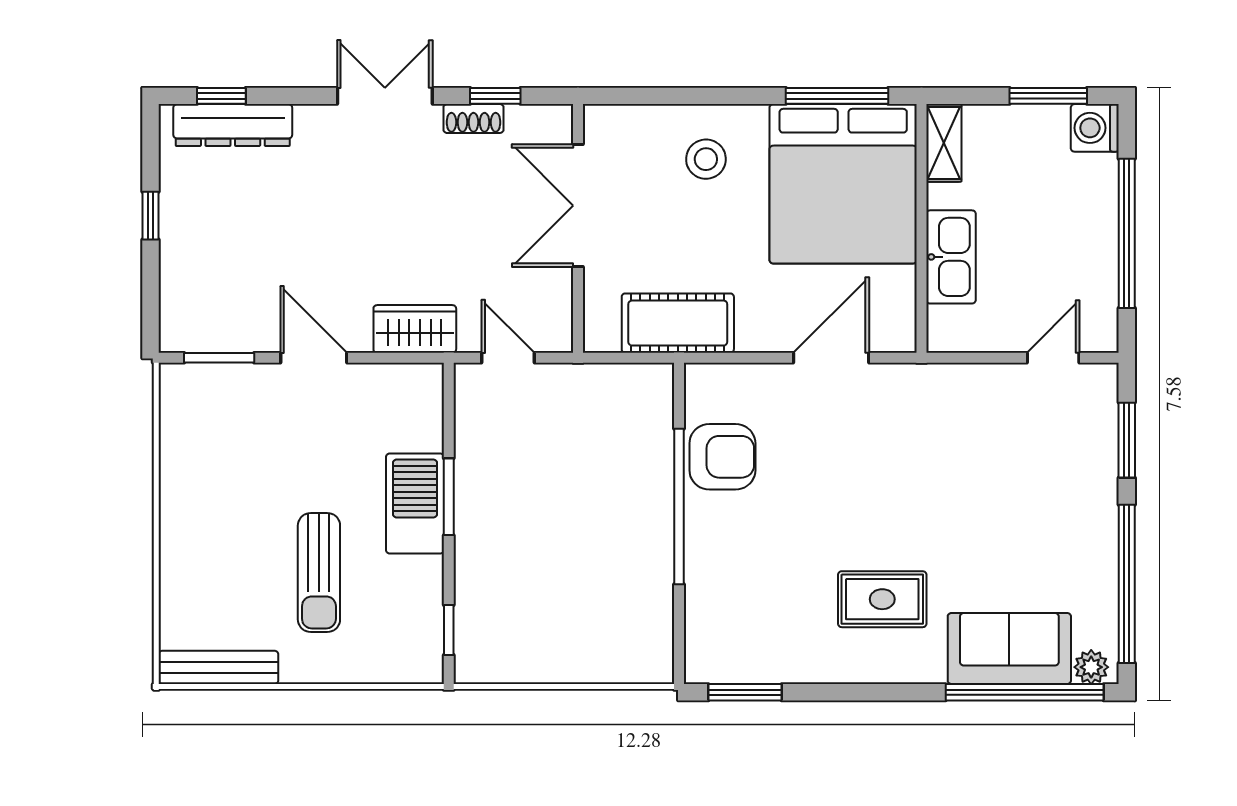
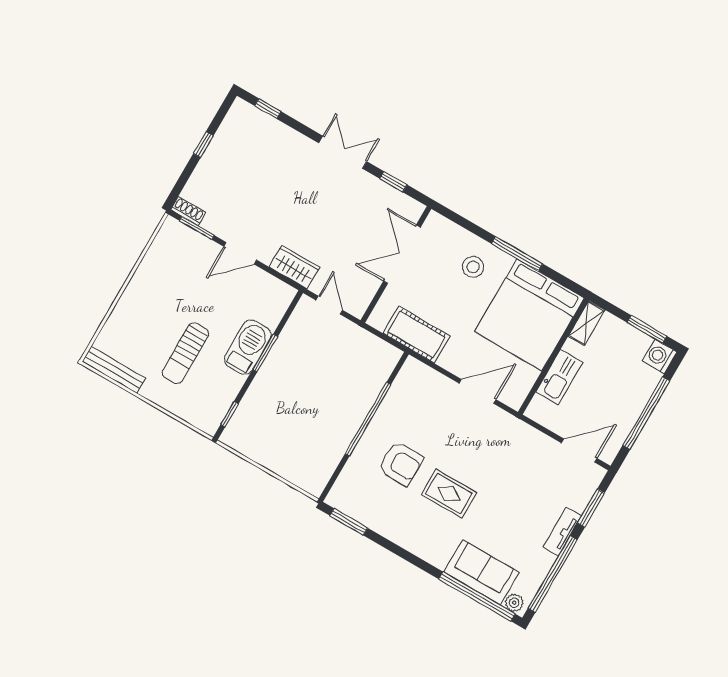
window: (837, 96) -> (517, 254), moved
shoe rack: (473, 118) -> (188, 211), moved, turned 180
dresser: (233, 125) -> (265, 125), removed
door: (314, 358) -> (240, 253), swing flipped
door: (1053, 358) -> (579, 451), width x1.37
armchair: (722, 457) -> (401, 464), moved
tv unit: (1102, 506) -> (562, 532), added
rug: (882, 599) -> (449, 494), moved

